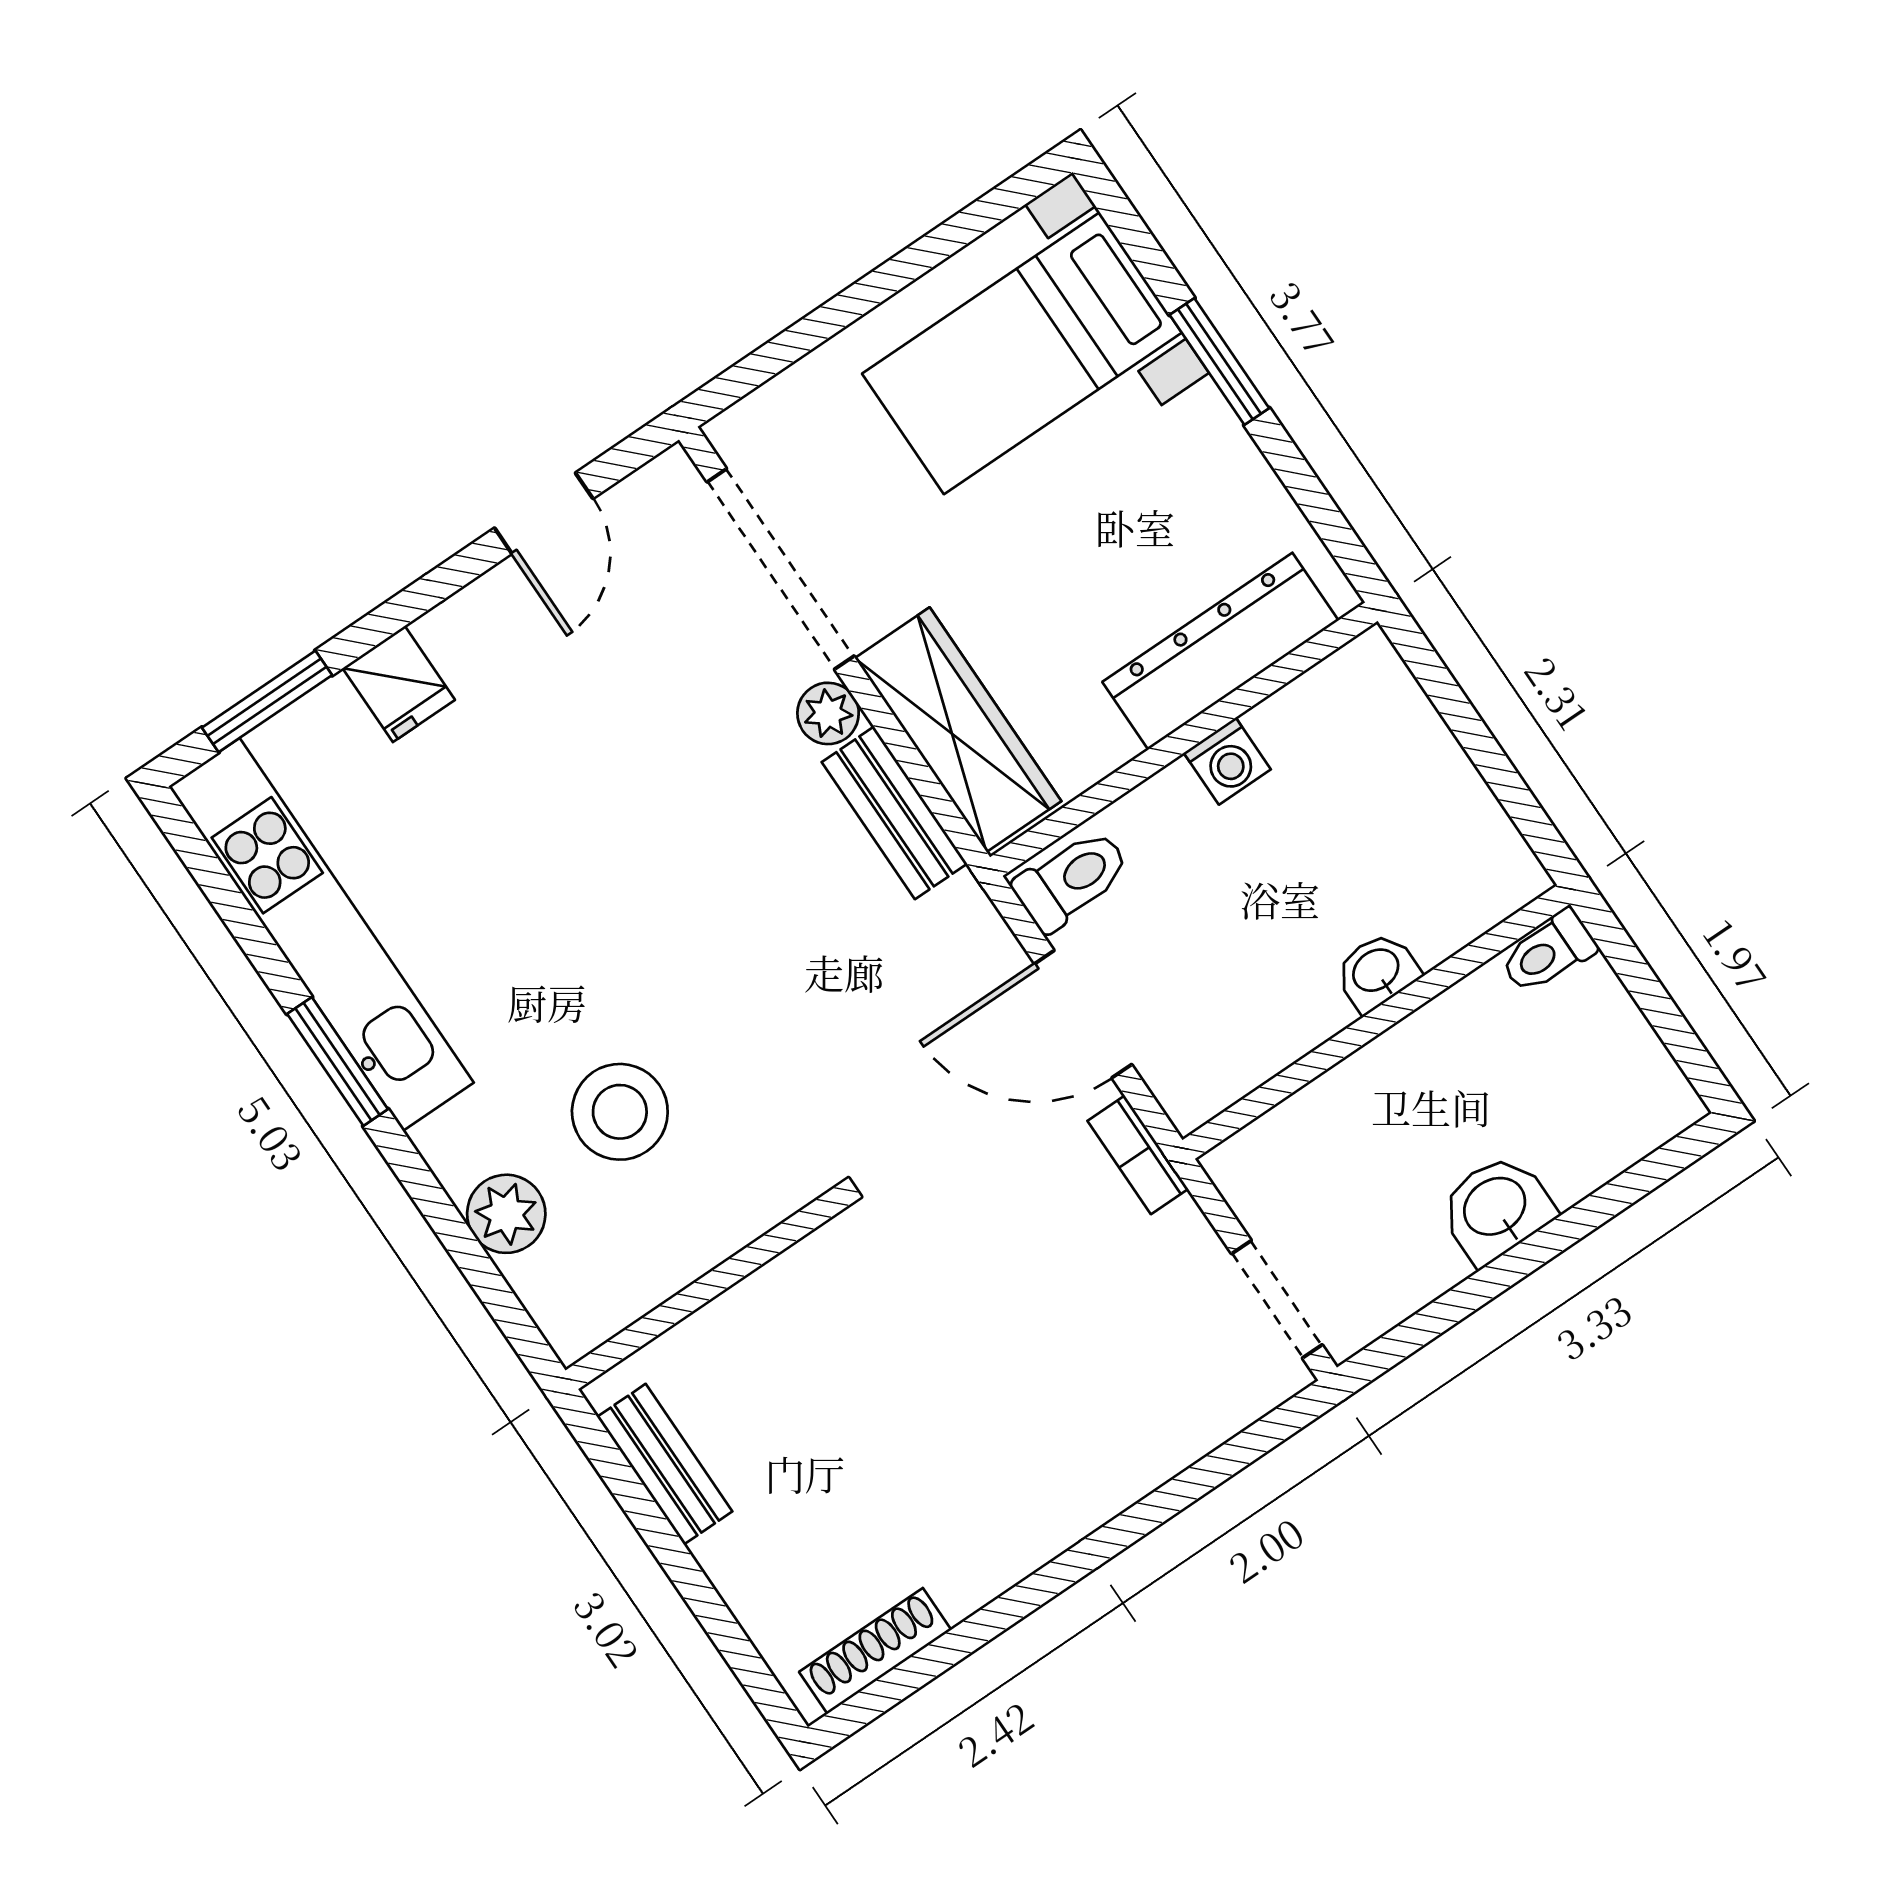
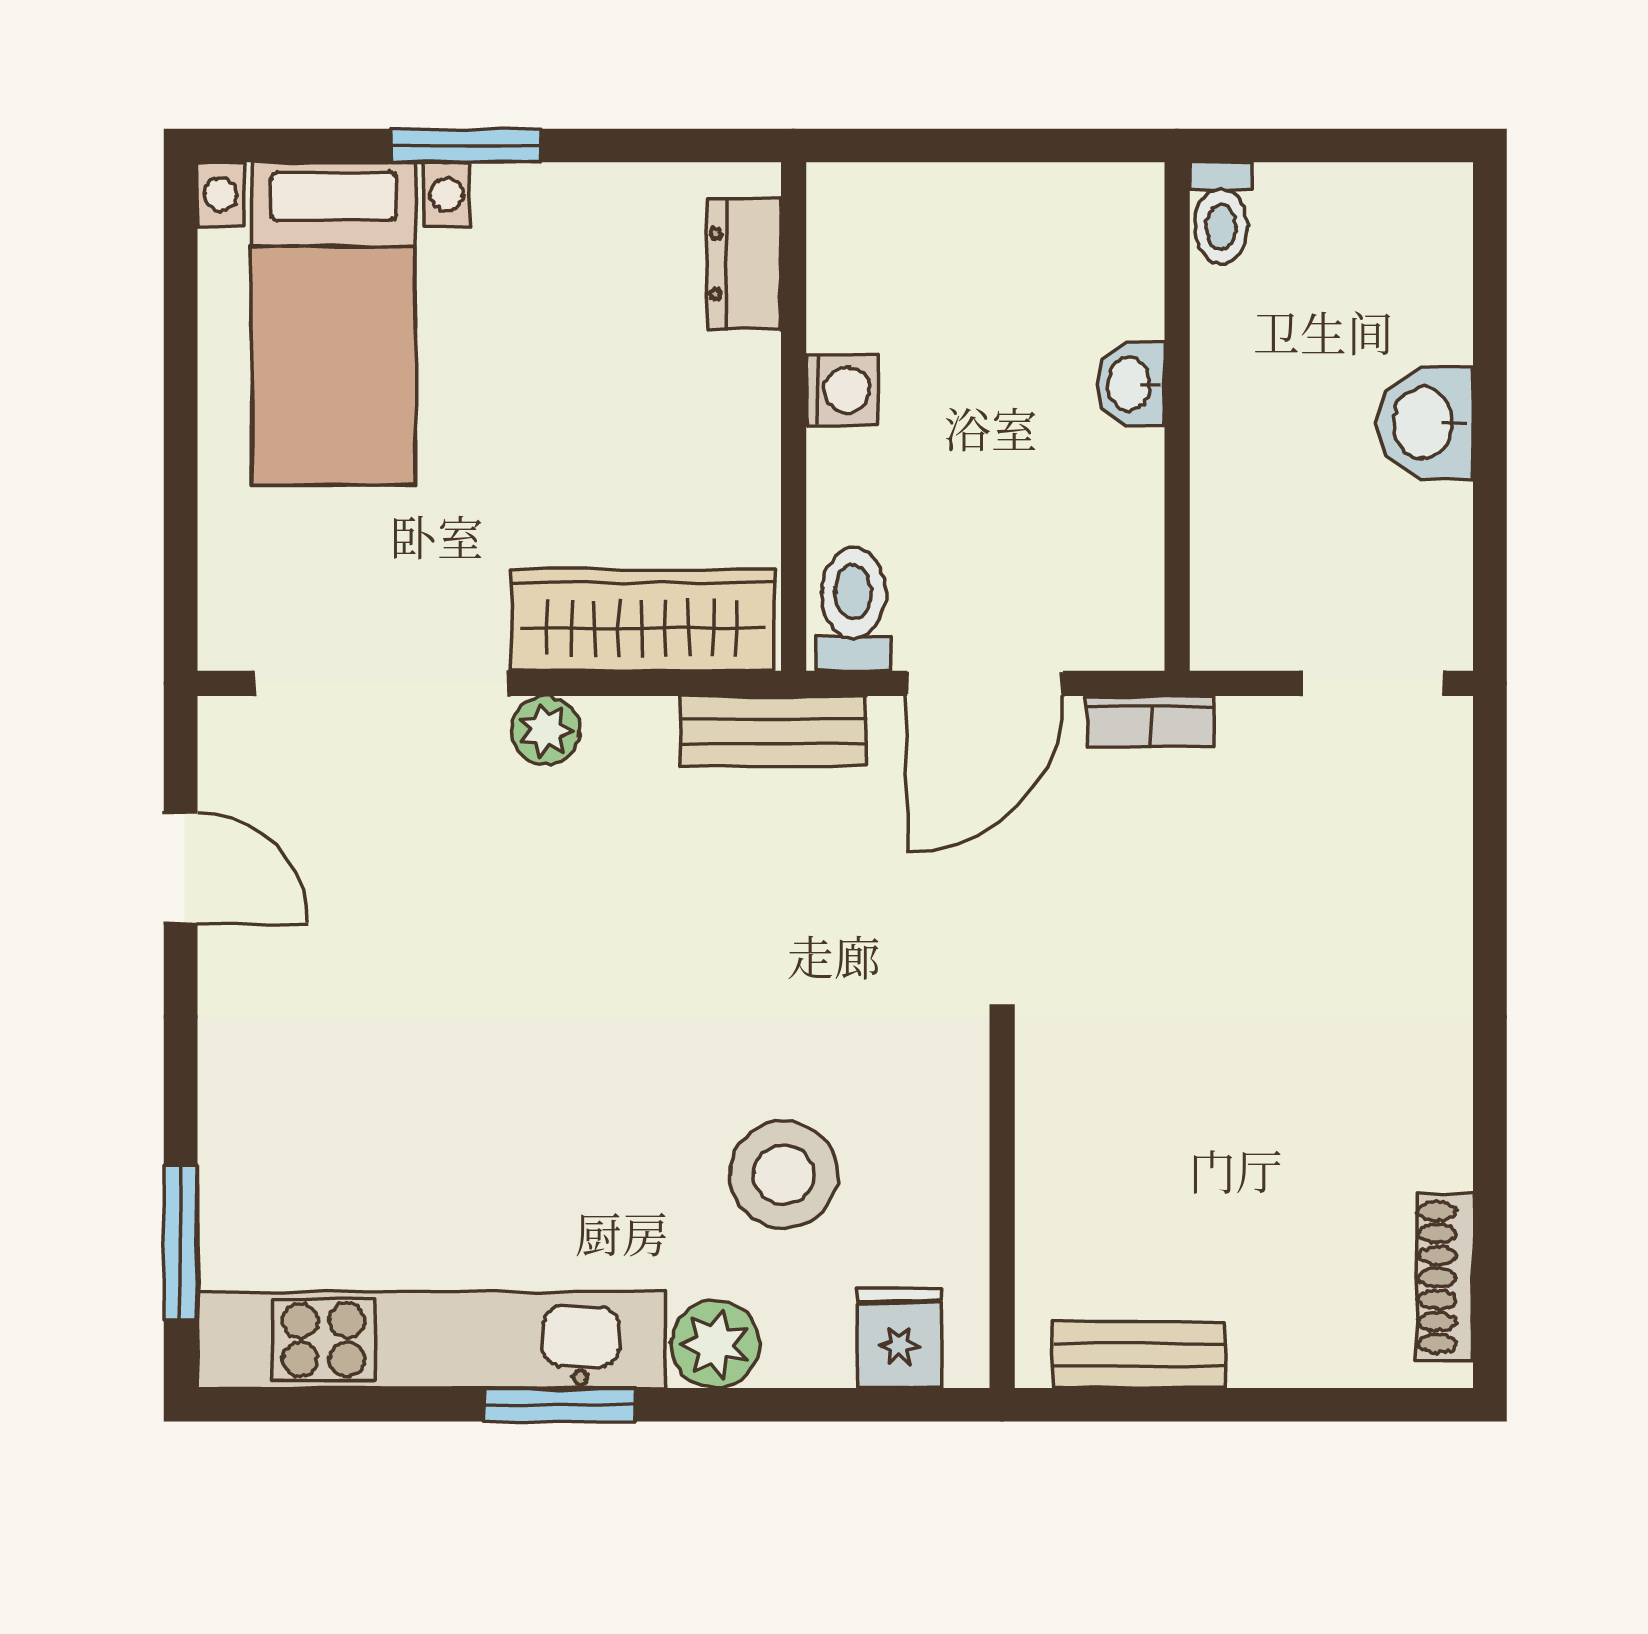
dresser: (1220, 651) -> (744, 264), width x0.51, depth x0.80
fridge: (399, 684) -> (899, 1338), moved, turned -90
bench: (894, 813) -> (773, 731), moved
plant: (506, 1214) -> (715, 1344), moved

